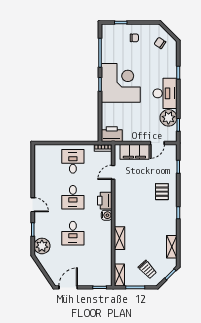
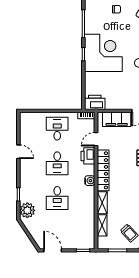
printer: (105, 201) -> (88, 156), moved
door: (33, 205) -> (18, 152), moved
locker: (120, 205) -> (103, 170), added
shelving: (119, 275) -> (102, 225), moved
door: (68, 287) -> (53, 250), hinge flipped

